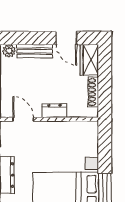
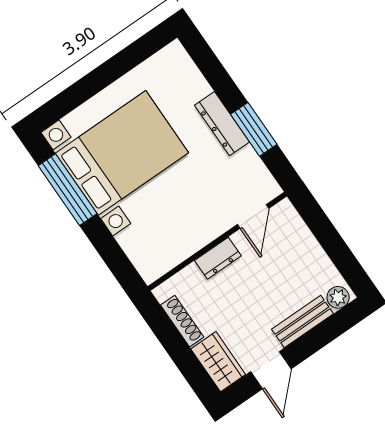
door: (67, 38) -> (271, 370), swing flipped
door: (23, 119) -> (253, 216), hinge flipped

